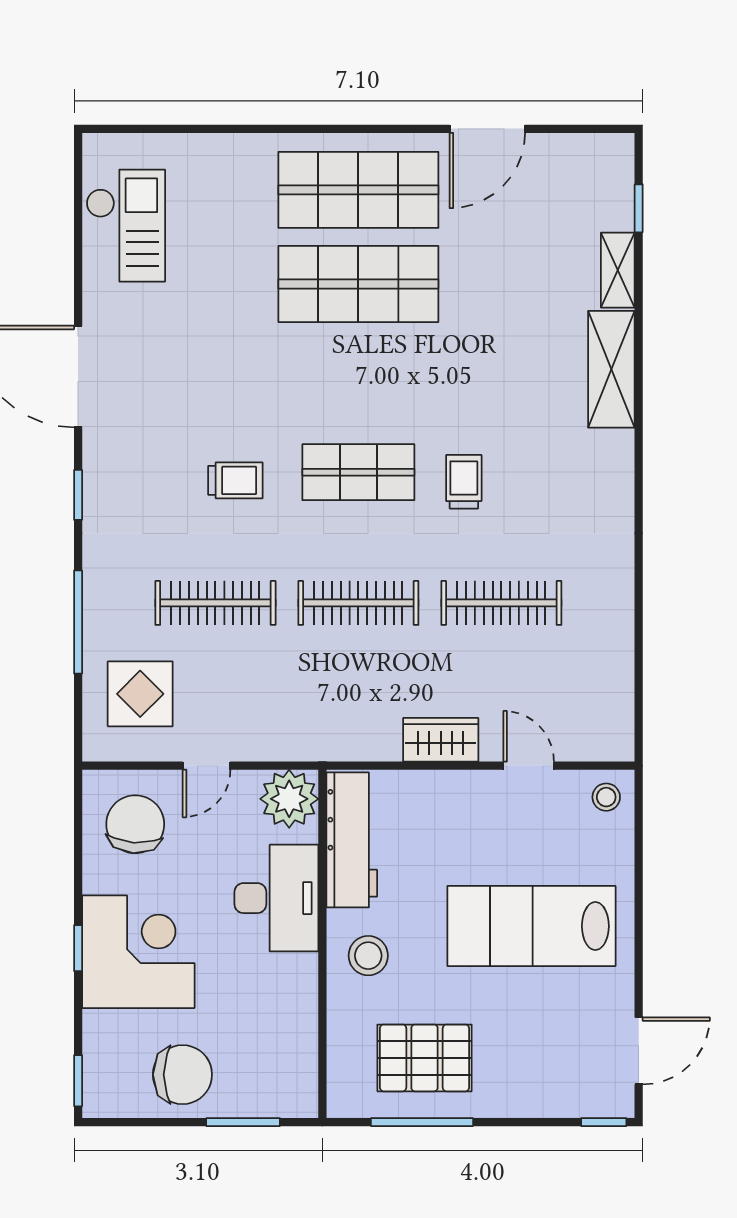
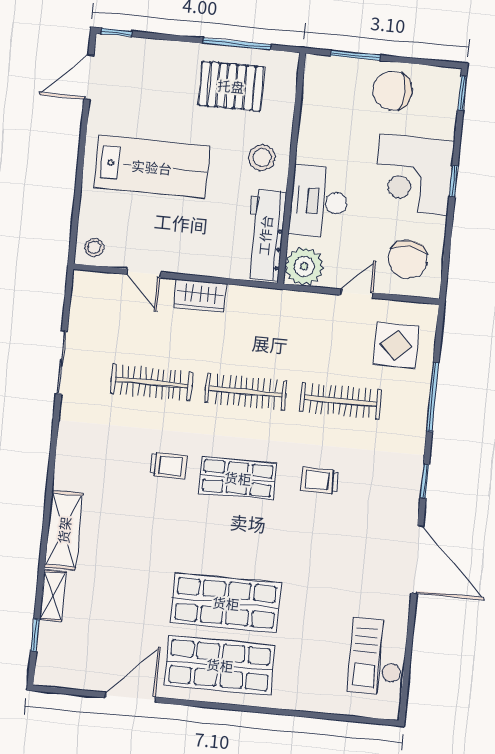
trolley: (464, 482) -> (168, 465), turned -90
sliding door: (639, 620) -> (61, 362), added

